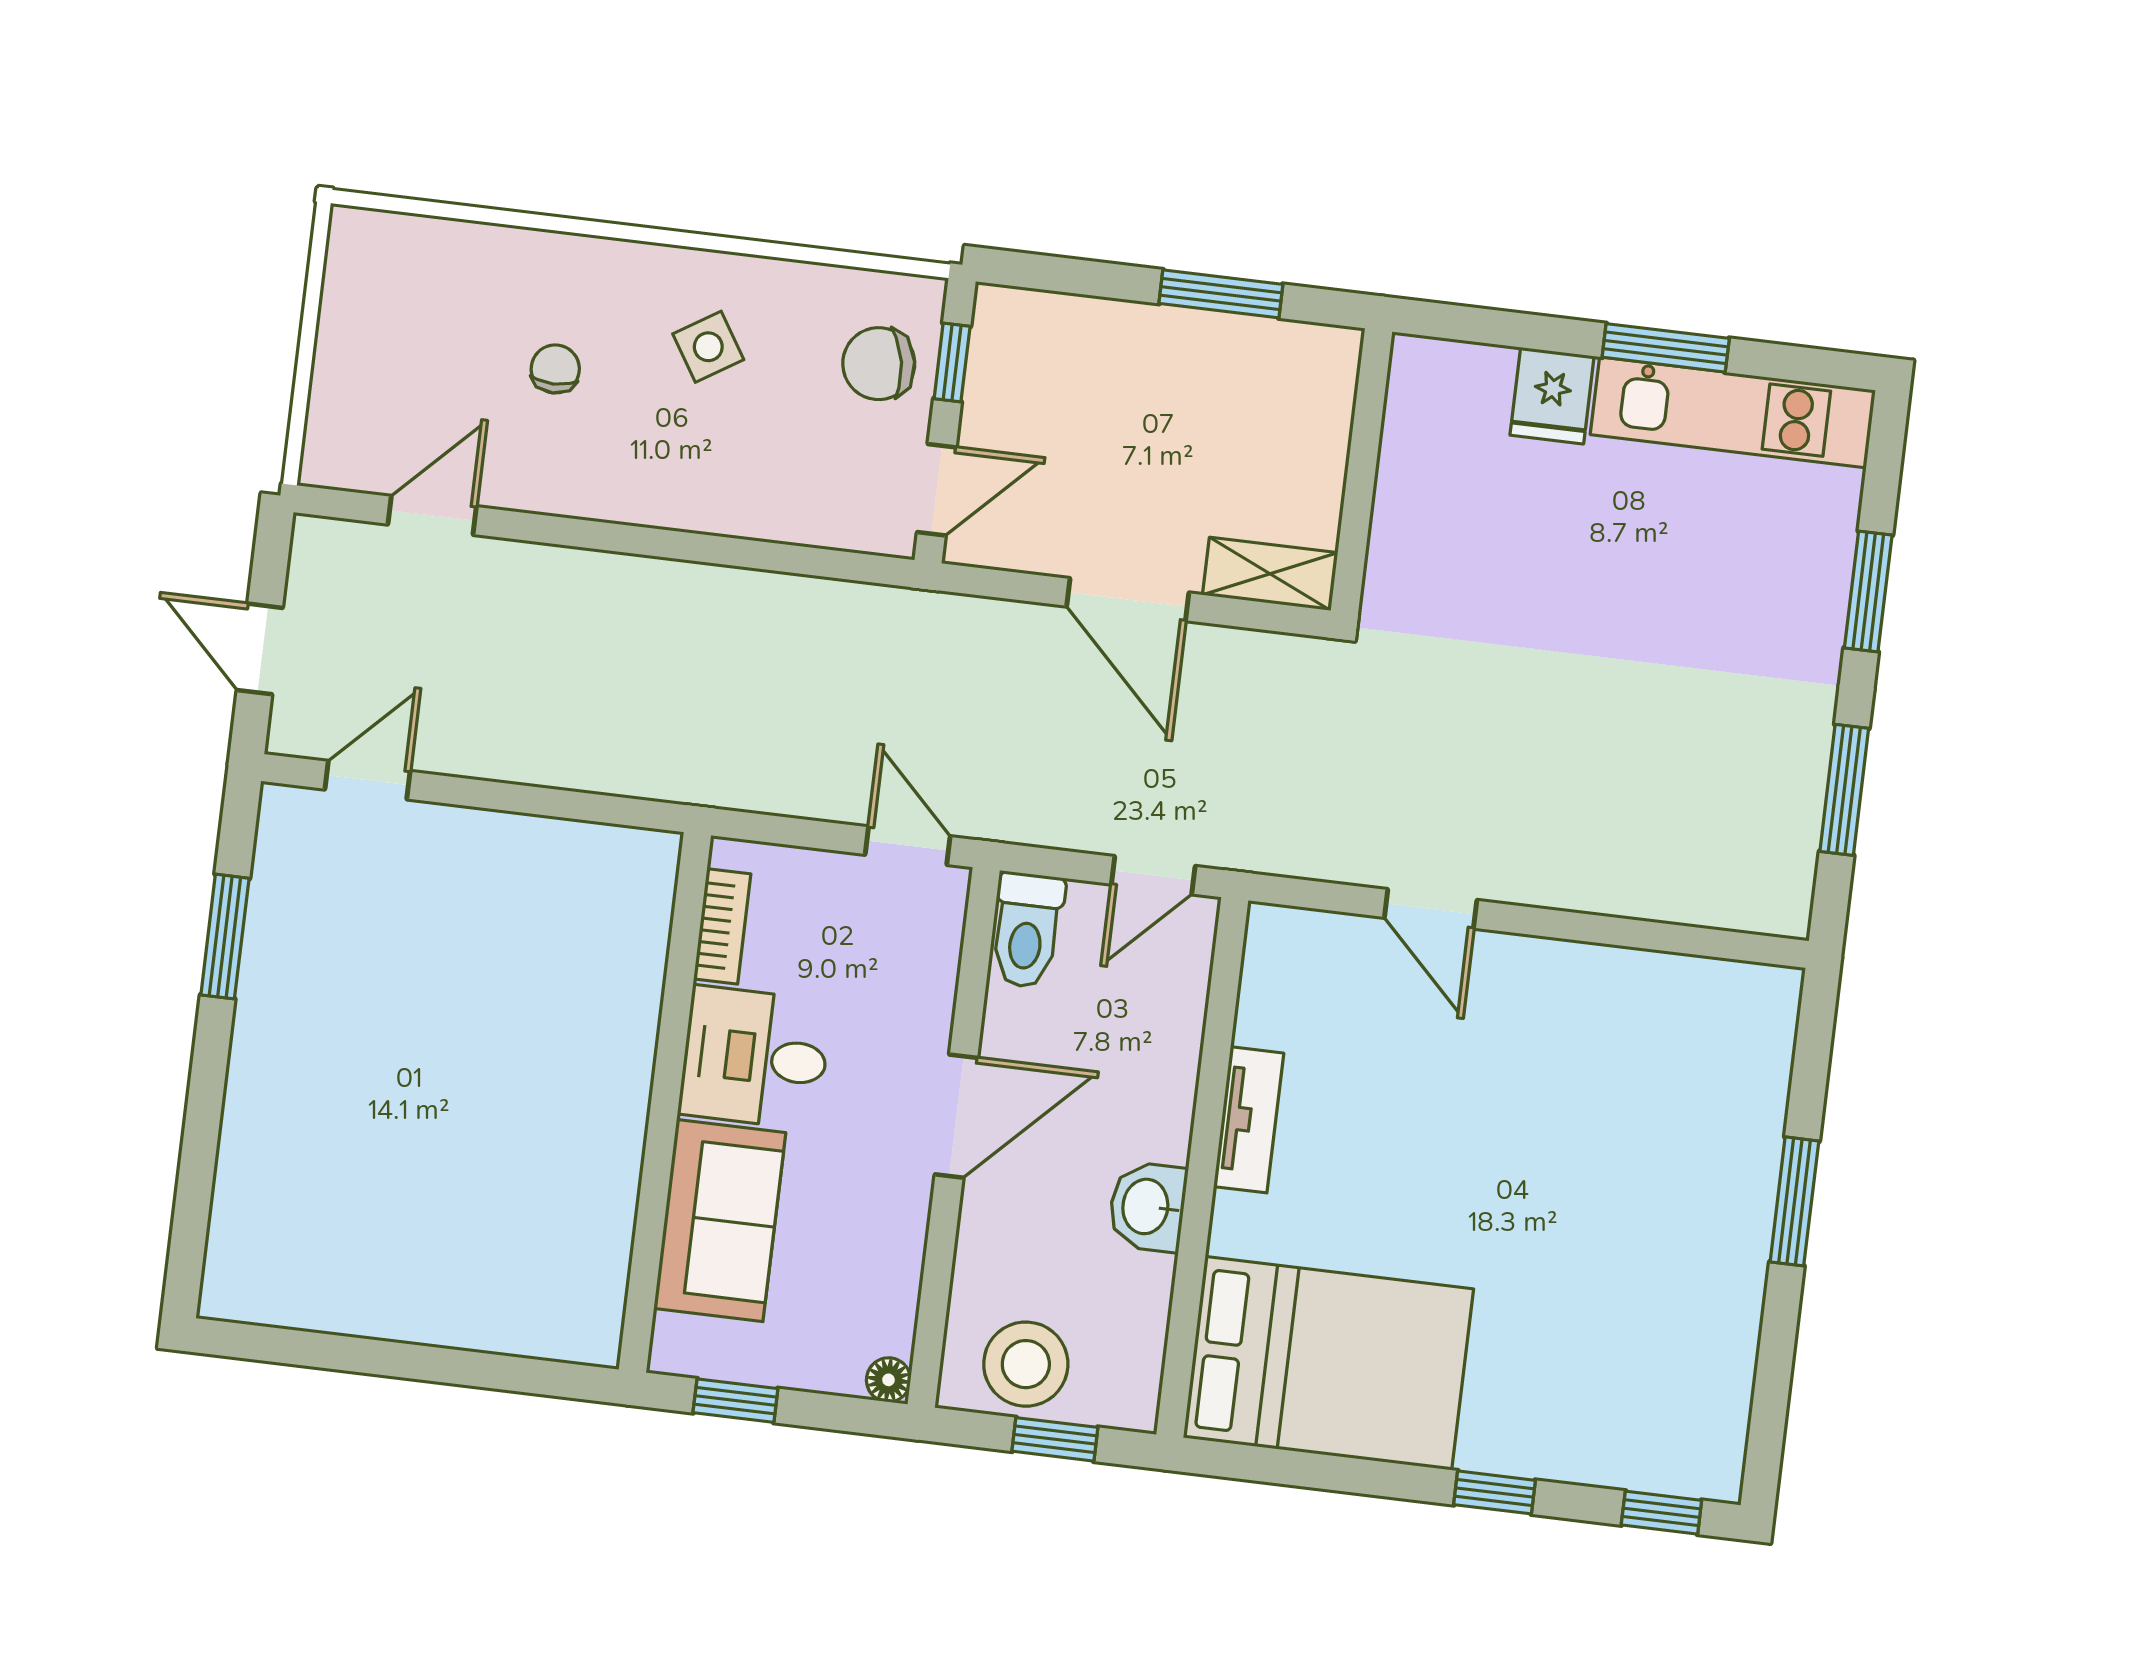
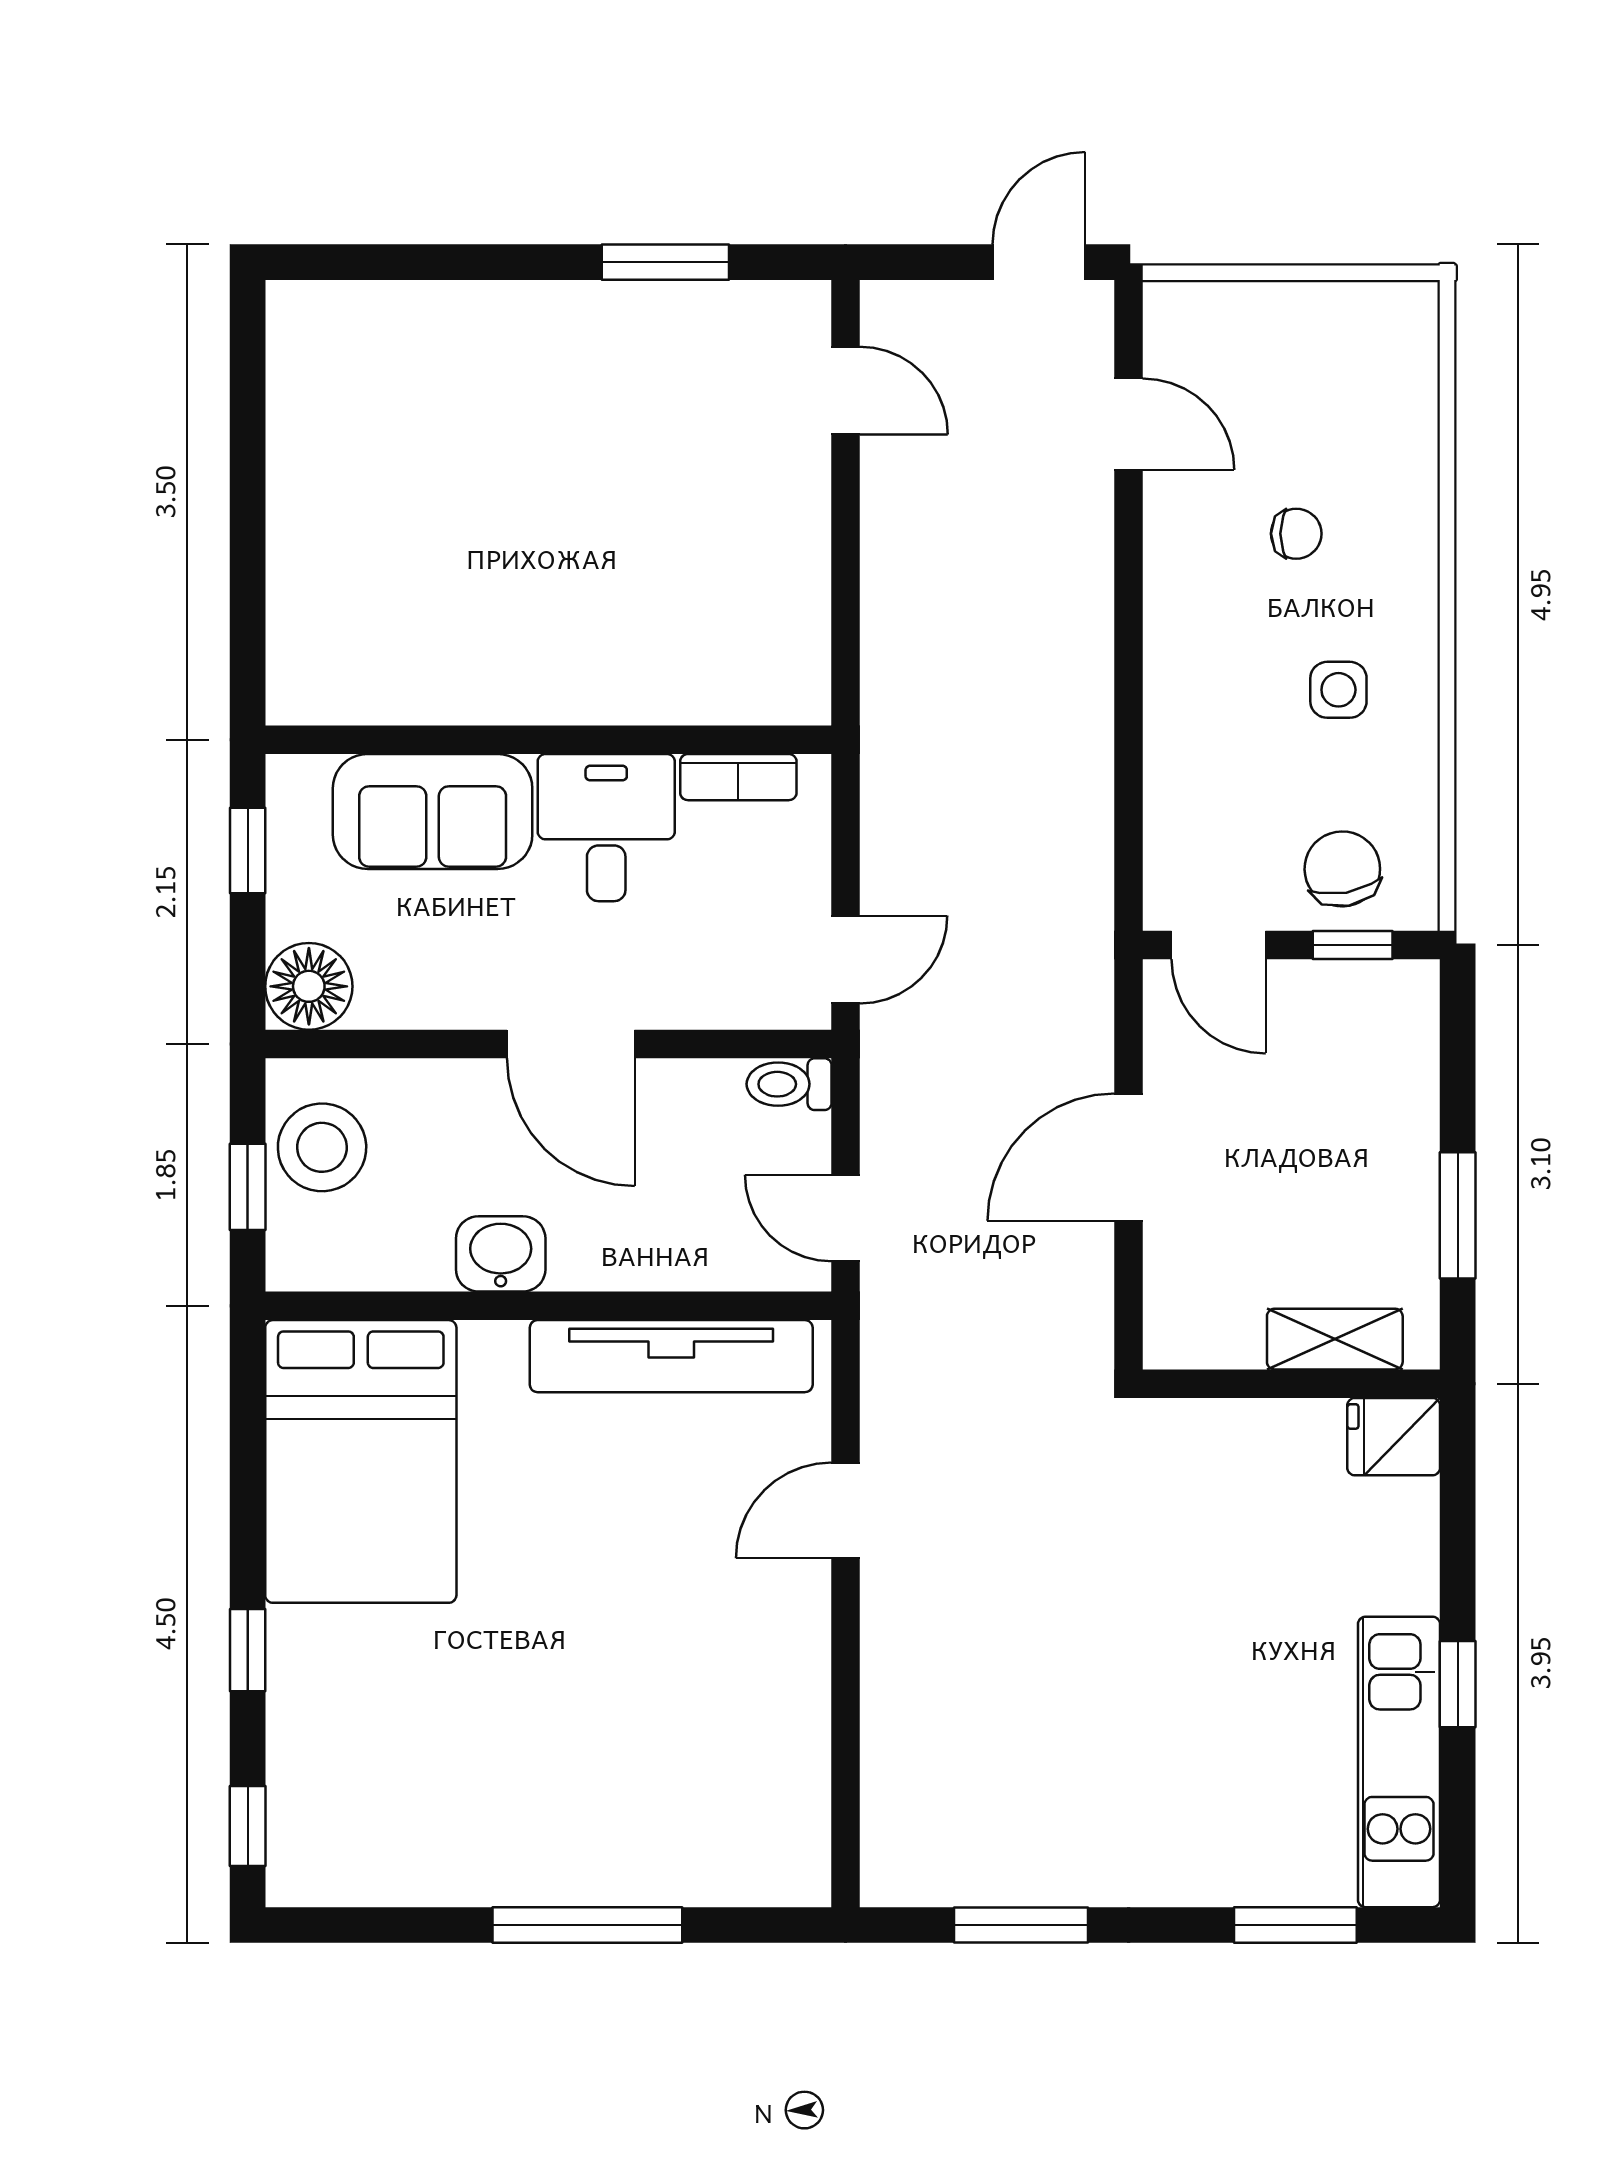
side table: (708, 347) -> (1338, 690), turned 32
window: (1666, 348) -> (1458, 1684), width x0.67
fridge: (1552, 396) -> (1394, 1437), moved
shelving: (1270, 574) -> (1335, 1339), moved, turned 90
window: (1868, 592) -> (1295, 1925), moved
door: (260, 649) -> (1039, 262), moved
toilet: (1027, 930) -> (789, 1084), width x0.73, depth x0.72
tv unit: (1249, 1120) -> (671, 1356), width x1.92, depth x1.29
window: (1794, 1201) -> (587, 1925), width x1.44
floor lamp: (889, 1380) -> (309, 986), width x1.89, depth x1.89

